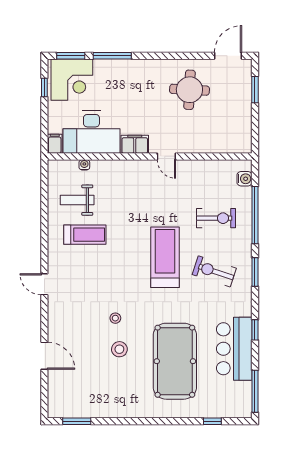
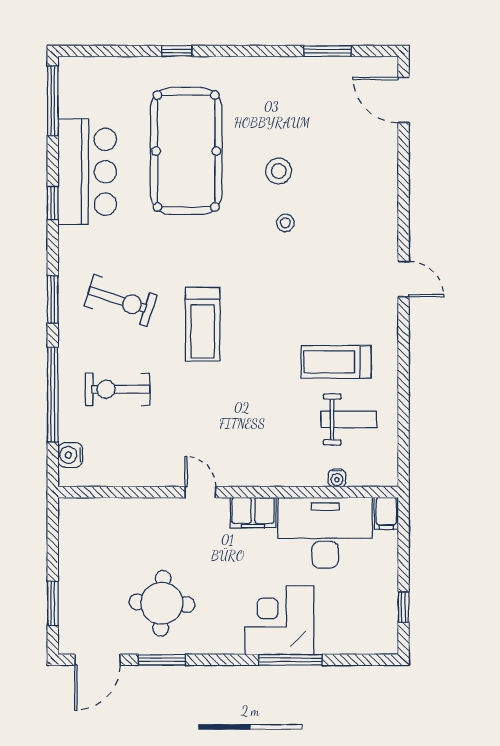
window: (71, 56) -> (162, 660), moved
corner desk: (72, 80) -> (279, 620), moved
treadmill: (165, 257) -> (203, 324), width x0.73, depth x0.73
door: (44, 356) -> (404, 100), moved
window: (77, 421) -> (327, 51), moved
window: (212, 421) -> (177, 51), moved

